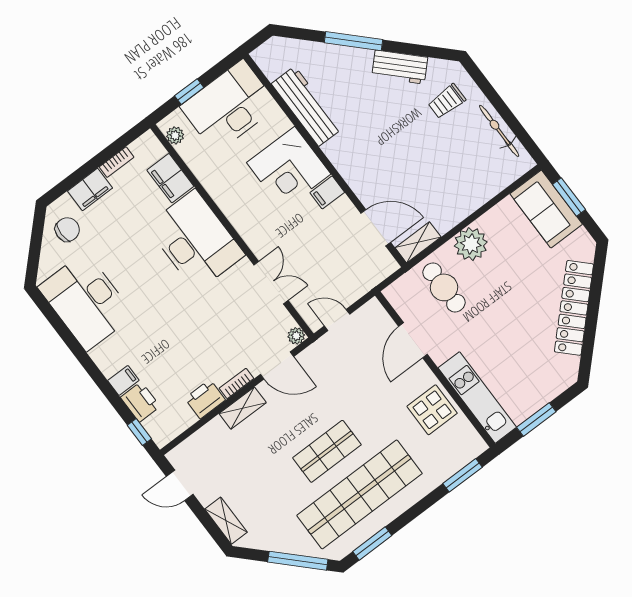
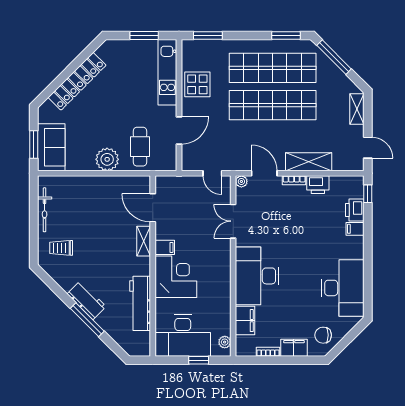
workbench: (400, 67) -> (87, 300), moved
trolley: (447, 101) -> (61, 248), turned 180
shelving: (418, 242) -> (144, 241), moved, turned 90
shelving: (243, 408) -> (309, 162), width x1.50, depth x1.33
shop shelf: (327, 451) -> (273, 105), width x2.00, depth x1.36

